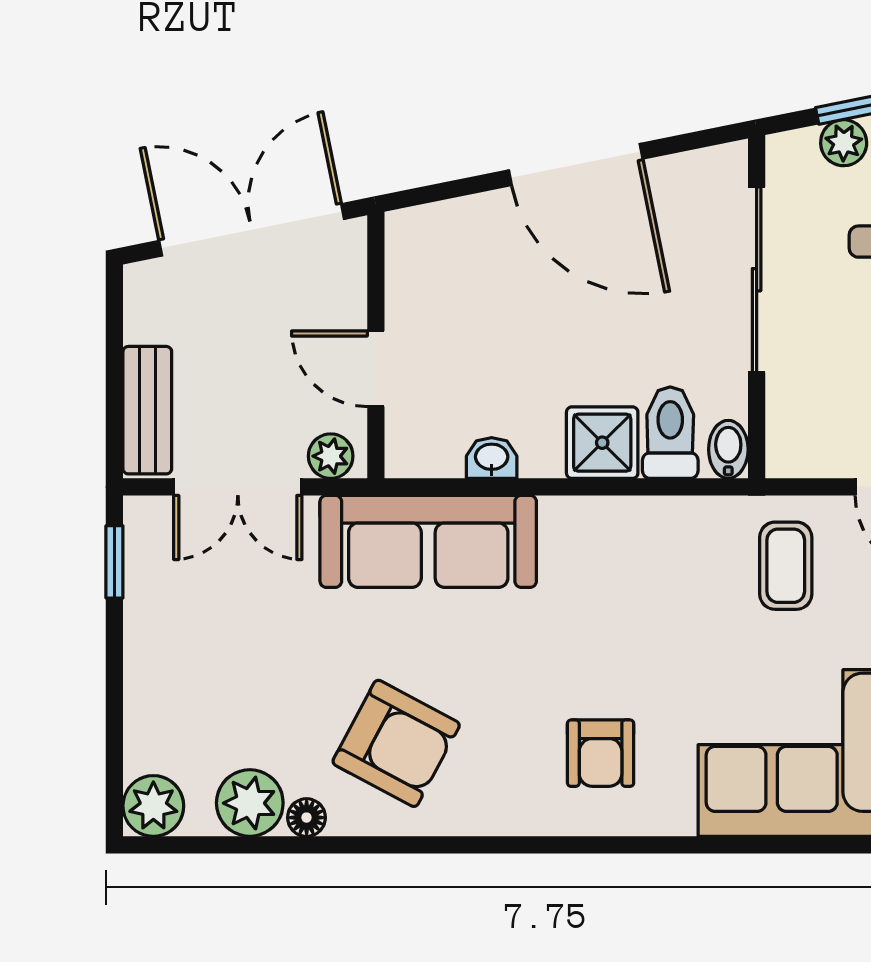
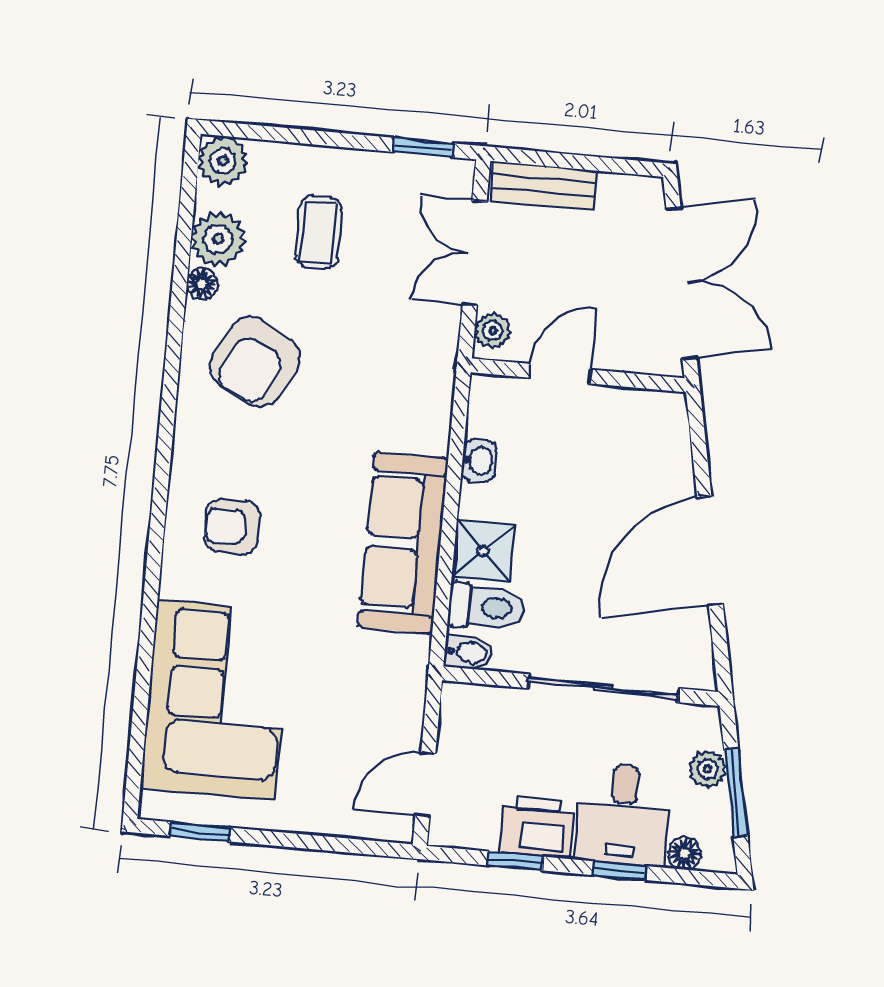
sofa: (428, 541) -> (403, 543), moved
coffee table: (786, 566) -> (319, 232), moved, turned 90

